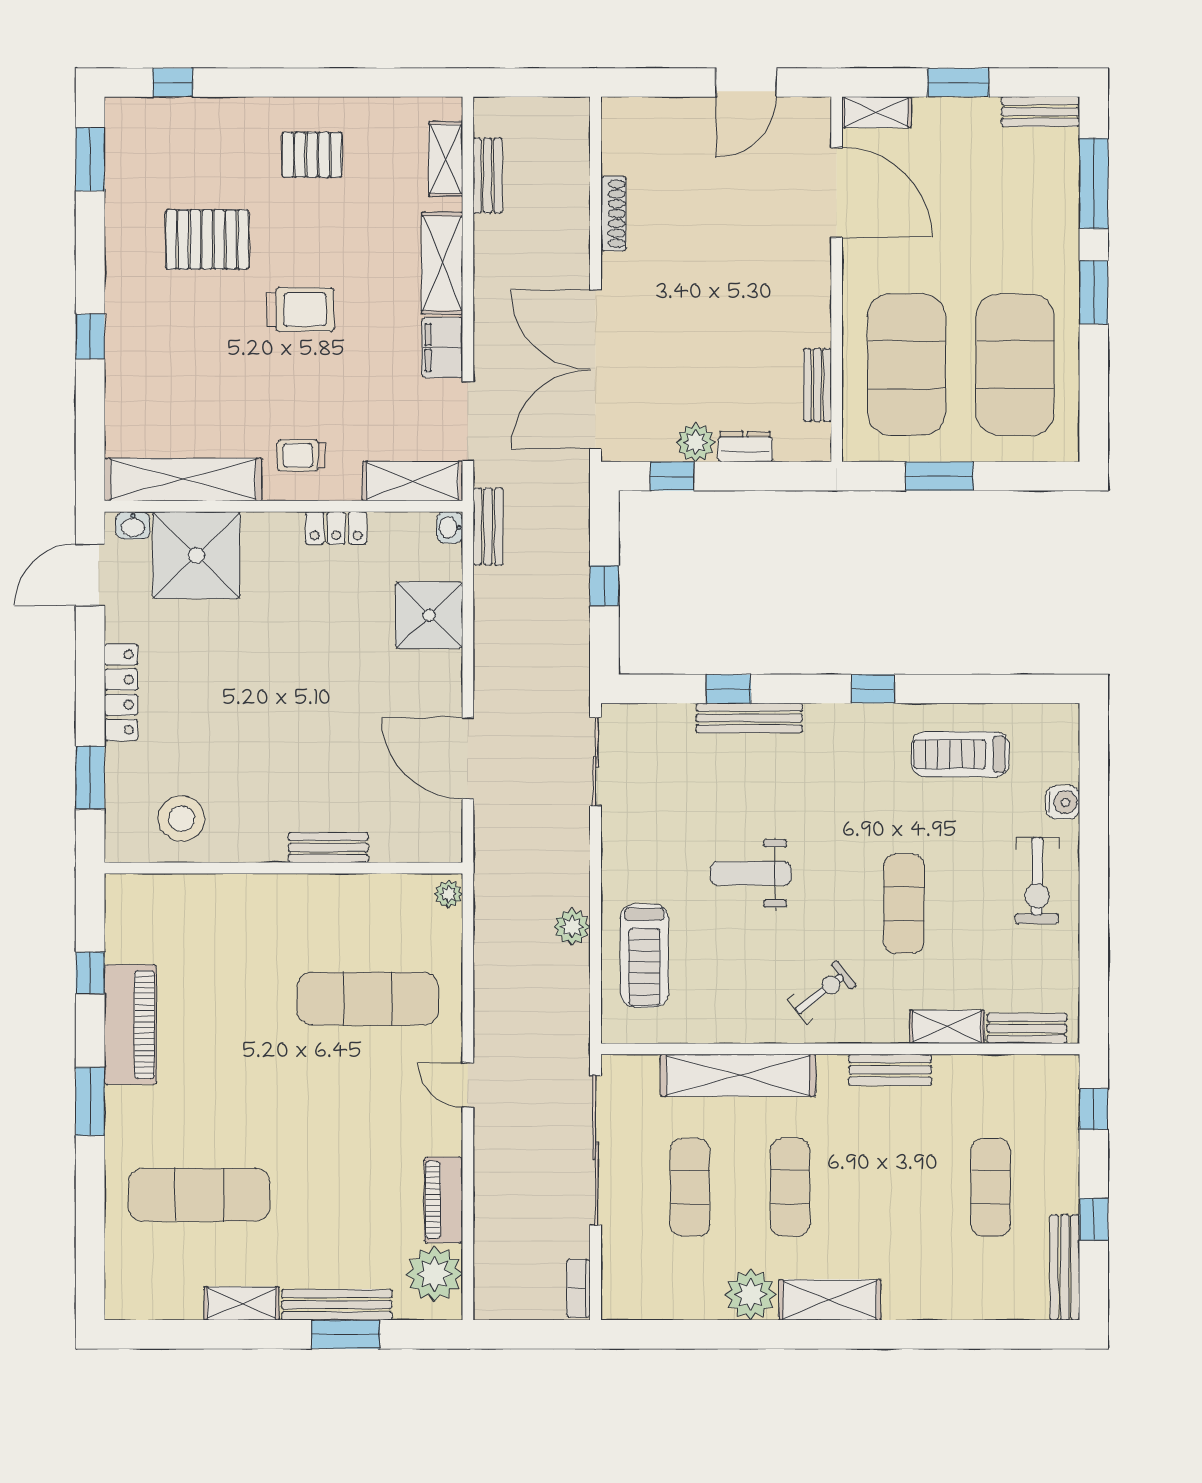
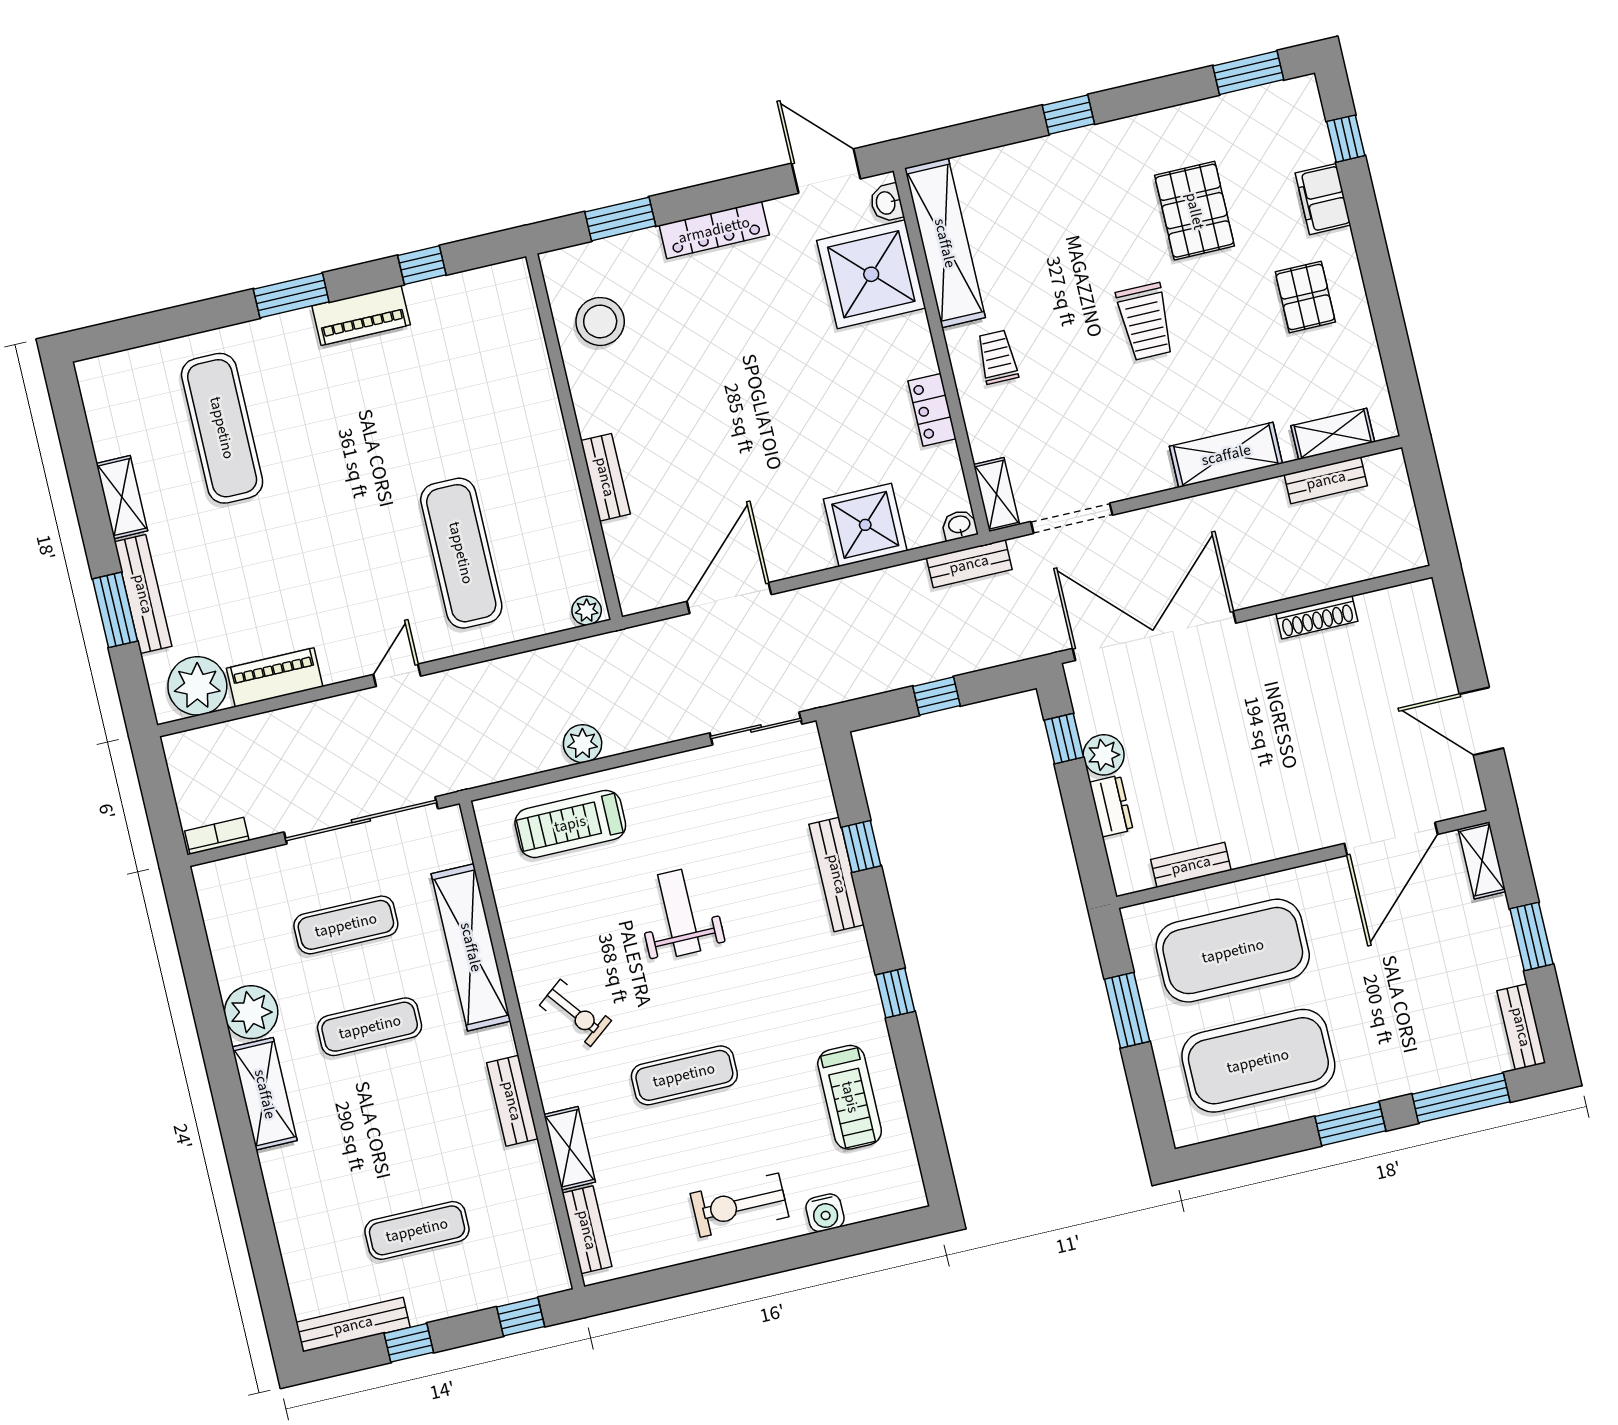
filing cabinet: (442, 347) -> (1323, 199), moved, turned -90
shelving: (413, 481) -> (997, 495), width x0.67, depth x0.75
treadmill: (960, 754) -> (850, 1097), turned 180
piano: (130, 1024) -> (361, 315), width x0.73, depth x0.75

